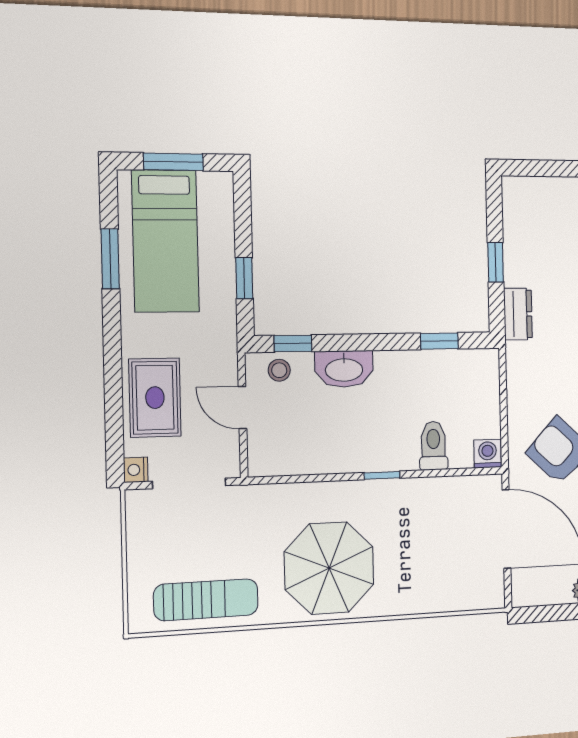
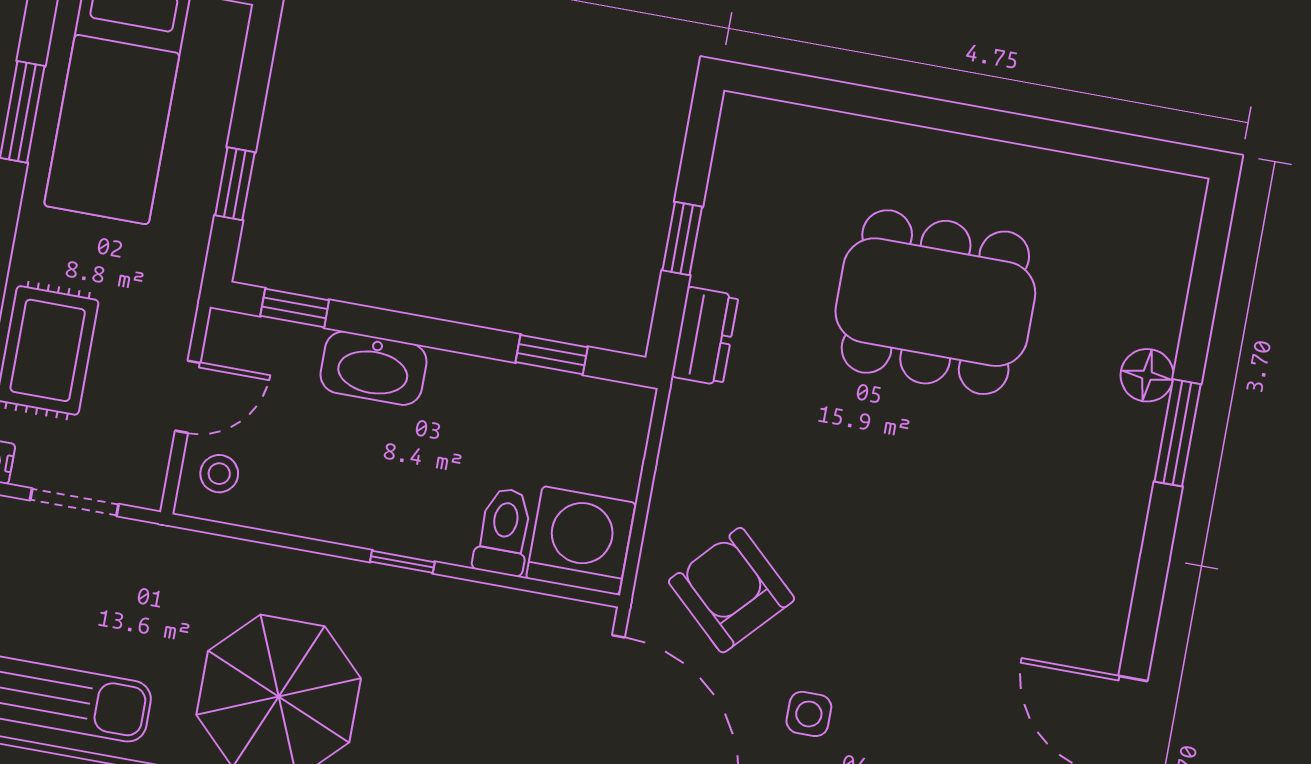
stool: (279, 370) -> (219, 474), moved
door: (242, 408) -> (188, 397), swing flipped
washing machine: (488, 454) -> (581, 541), width x1.89, depth x1.89
doorway: (189, 483) -> (74, 502), width x0.73

